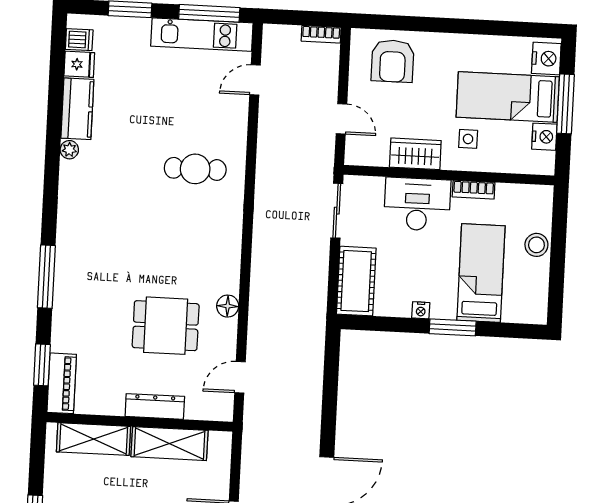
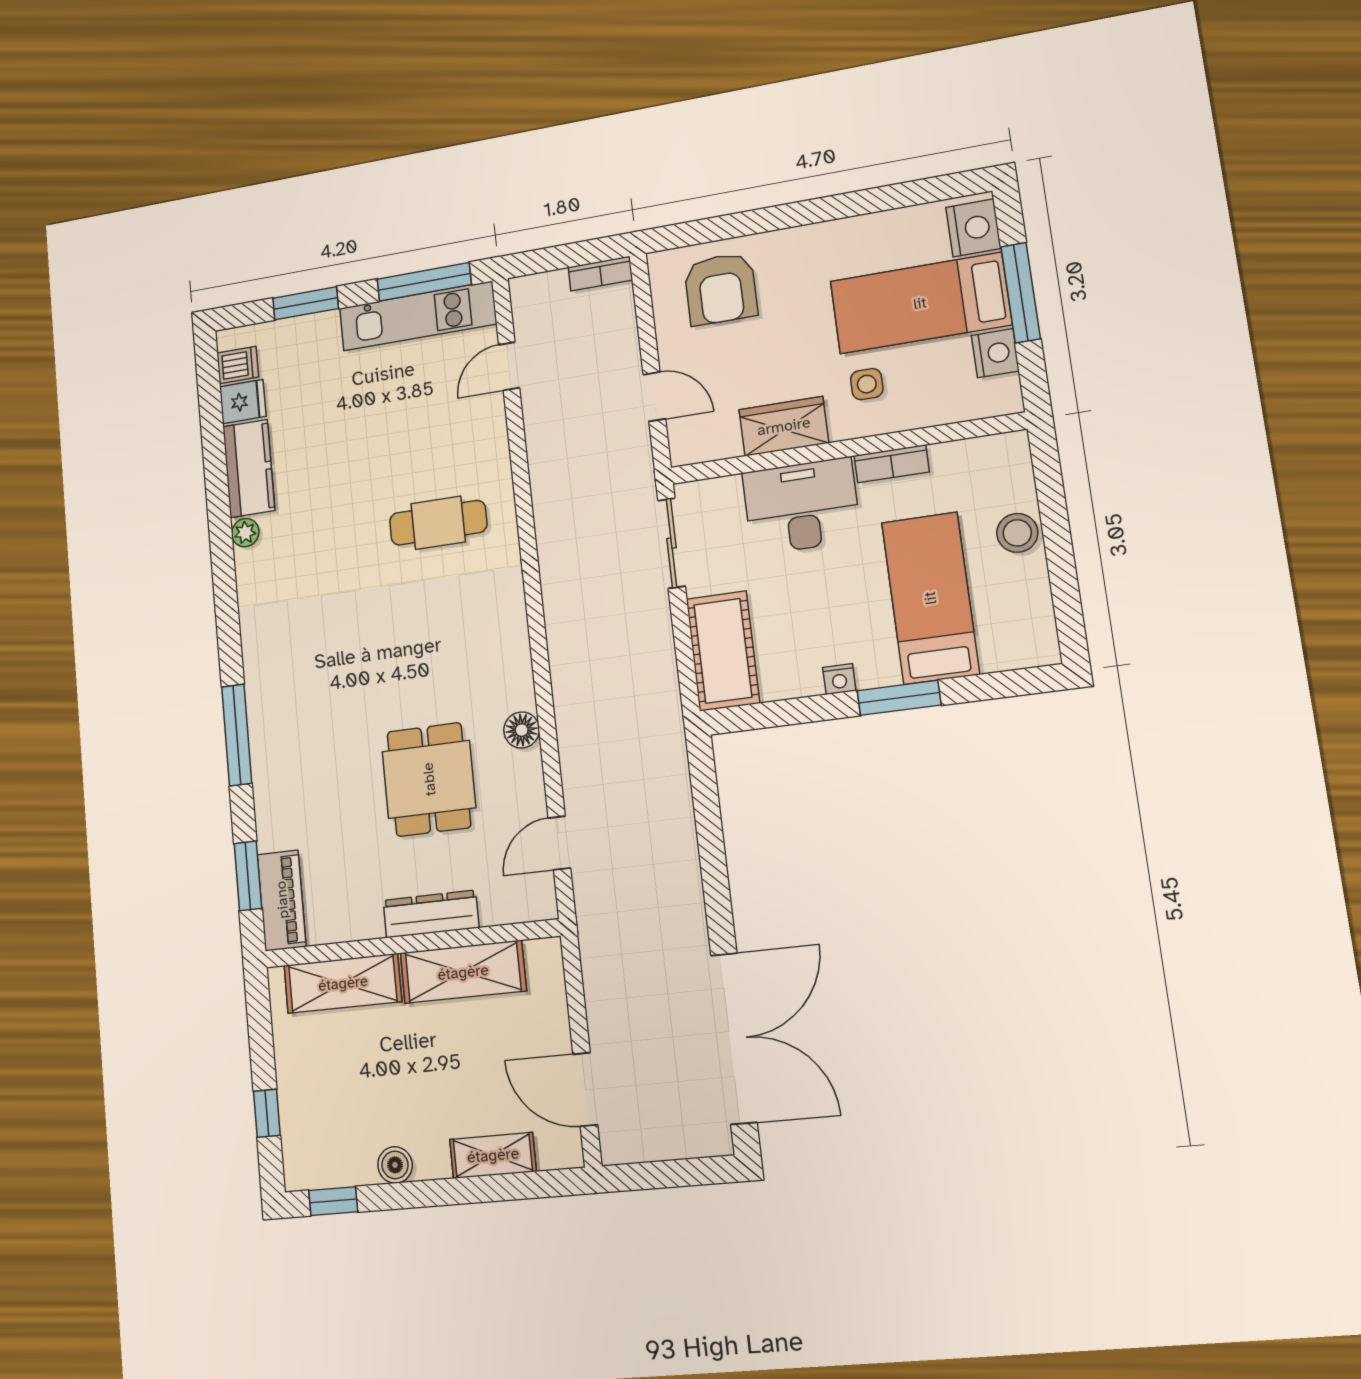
dining table: (166, 326) -> (429, 779), turned 90

